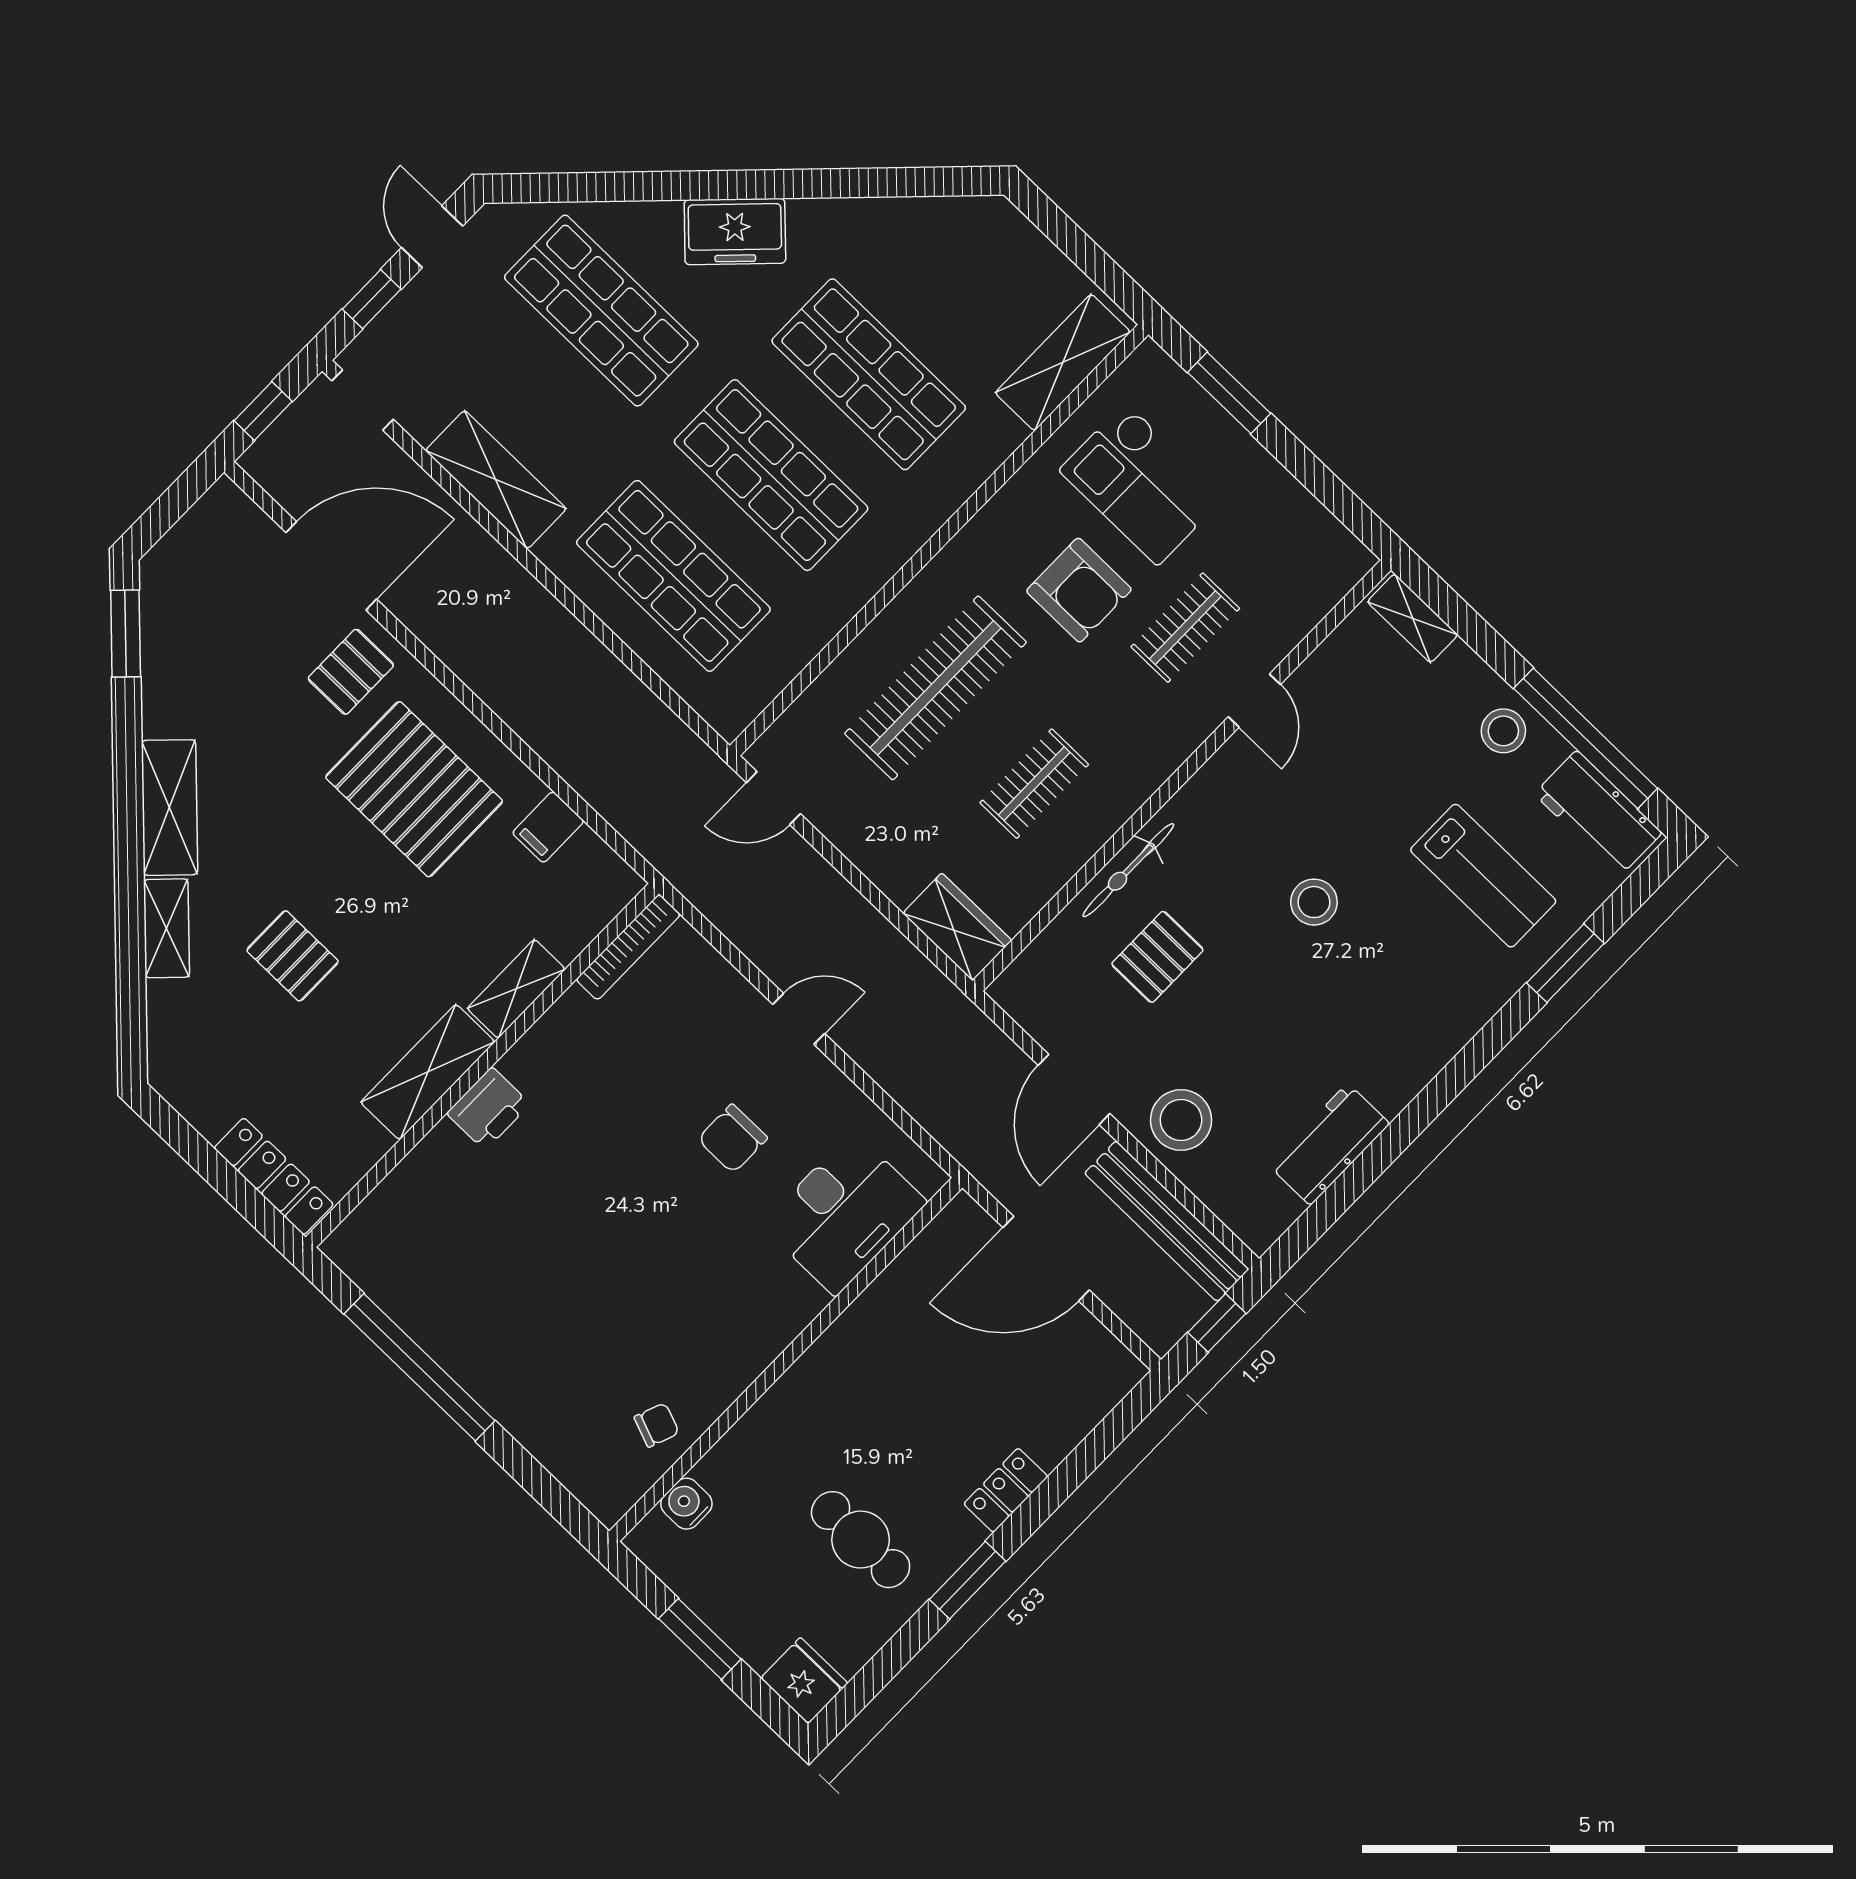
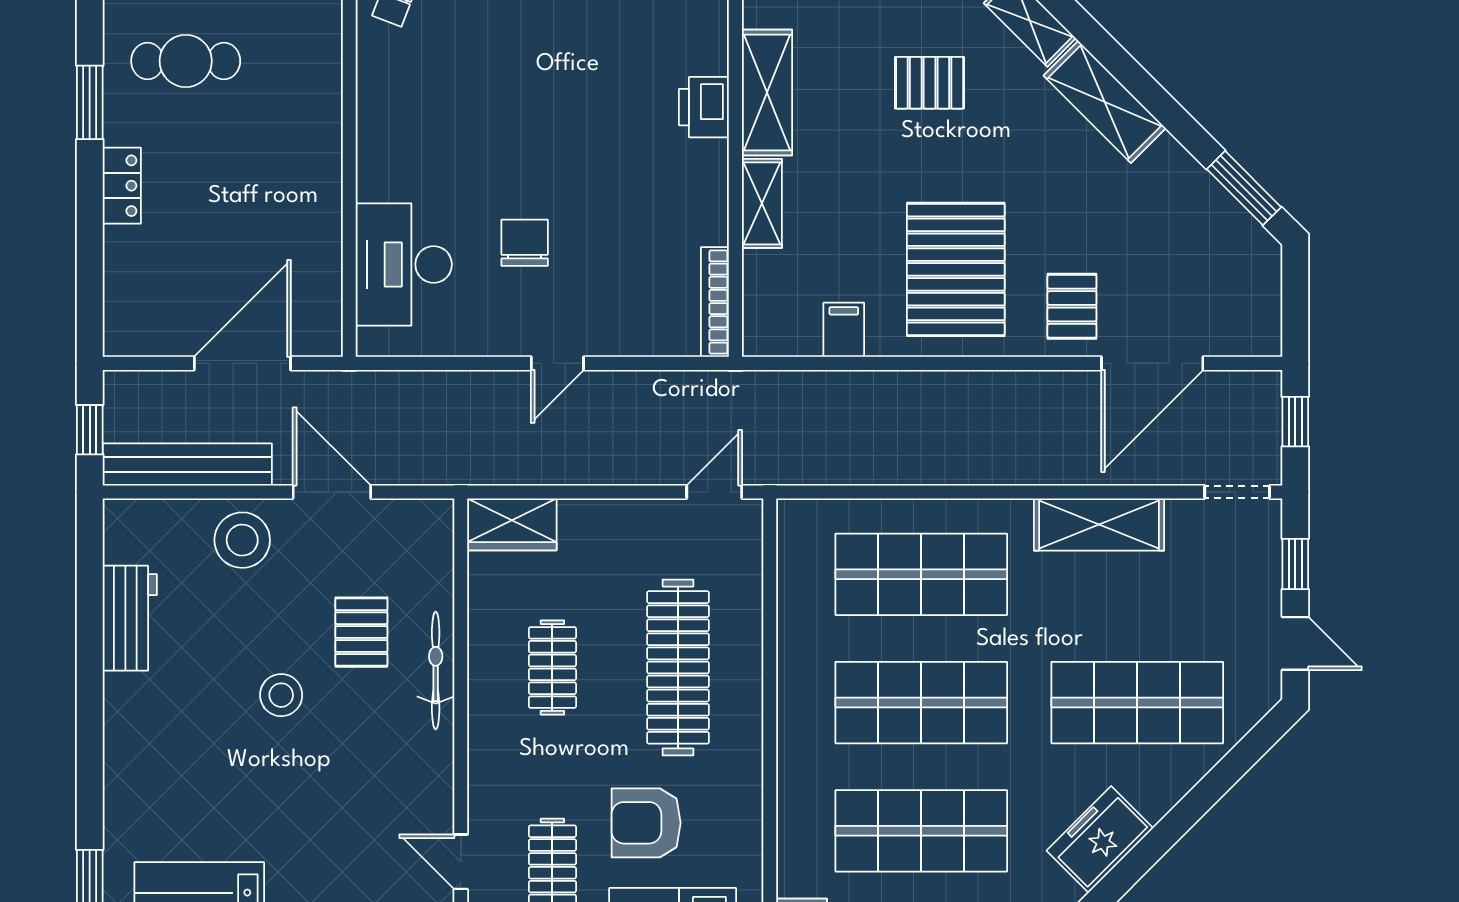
pallet: (414, 789) -> (956, 269), turned 90
stool: (1314, 902) -> (281, 695), moved

